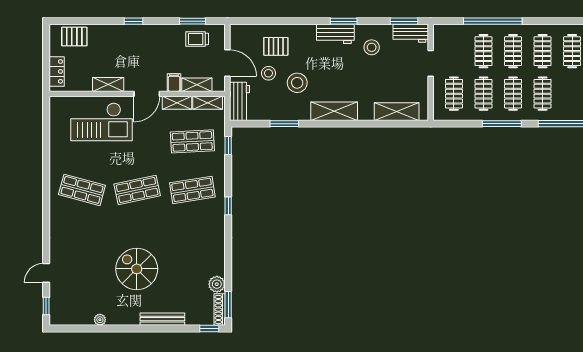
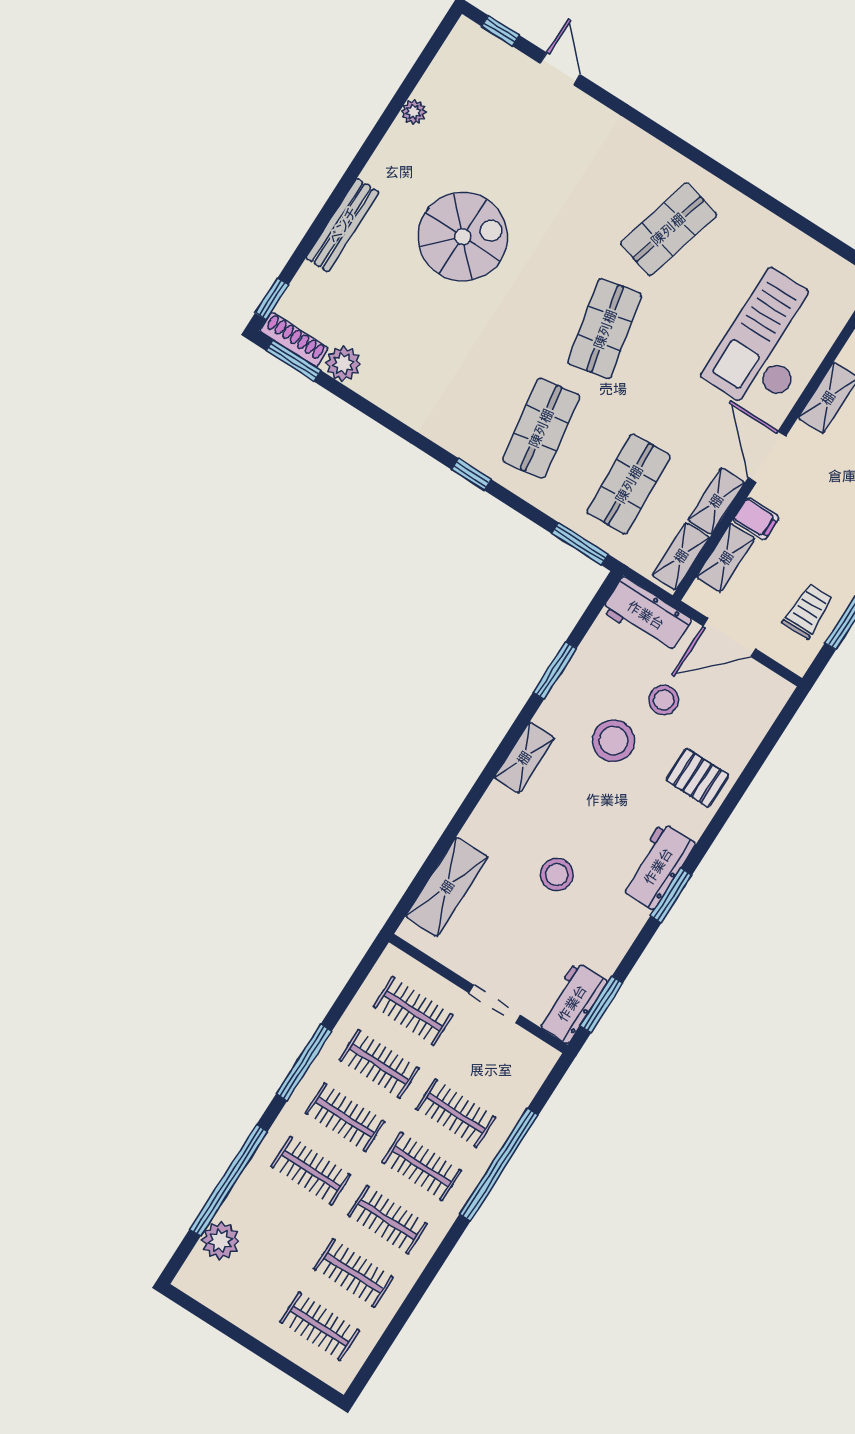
pallet: (276, 46) -> (697, 778), moved, turned 90
stool: (372, 47) -> (557, 874), moved
shelving: (334, 111) -> (524, 758), width x0.67, depth x0.75
window: (228, 146) -> (580, 544), width x1.50

